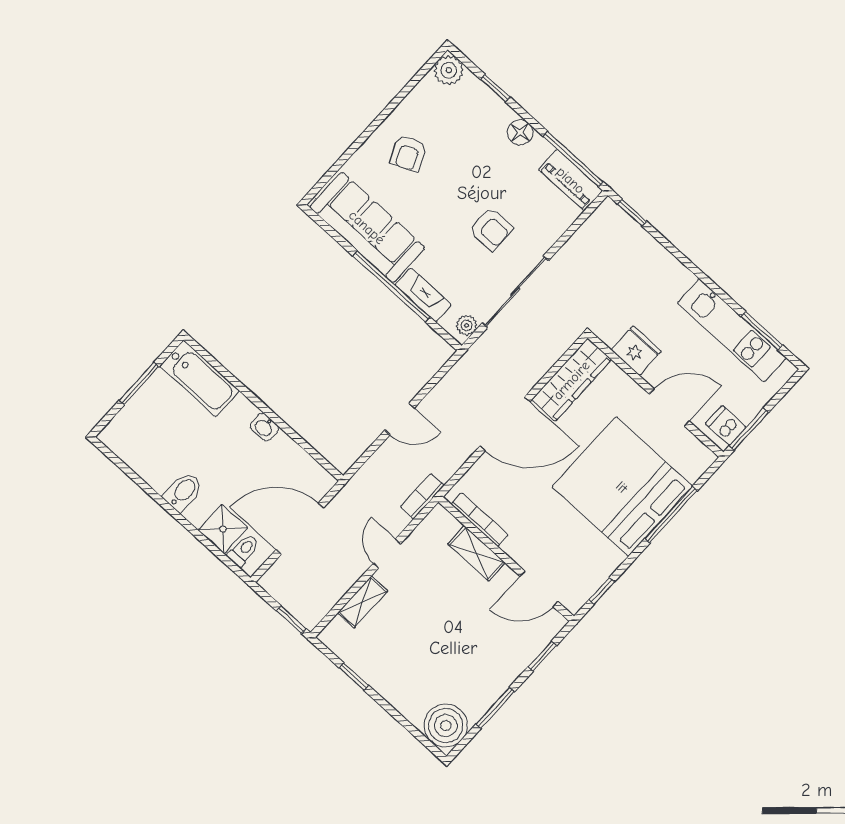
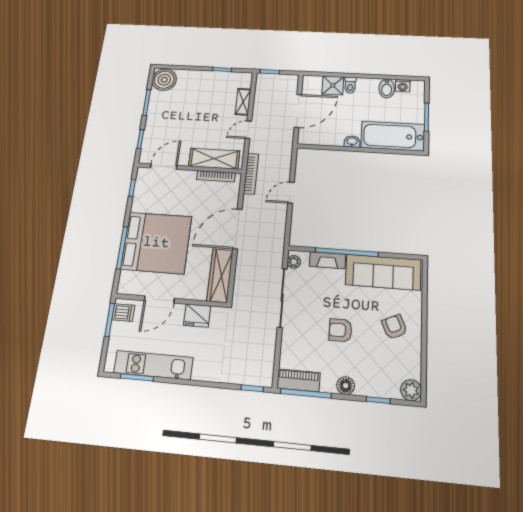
armchair: (491, 229) -> (340, 330), moved
bathtub: (200, 378) -> (393, 136), width x1.36, depth x1.36
washing machine: (131, 453) -> (403, 86), added
bidet: (183, 492) -> (387, 88), moved
bookcase: (422, 496) -> (251, 174), width x1.56
toilet: (244, 550) -> (350, 85), moved
door: (387, 553) -> (248, 130), swing flipped
shelving: (477, 553) -> (214, 159), width x1.50, depth x1.33

